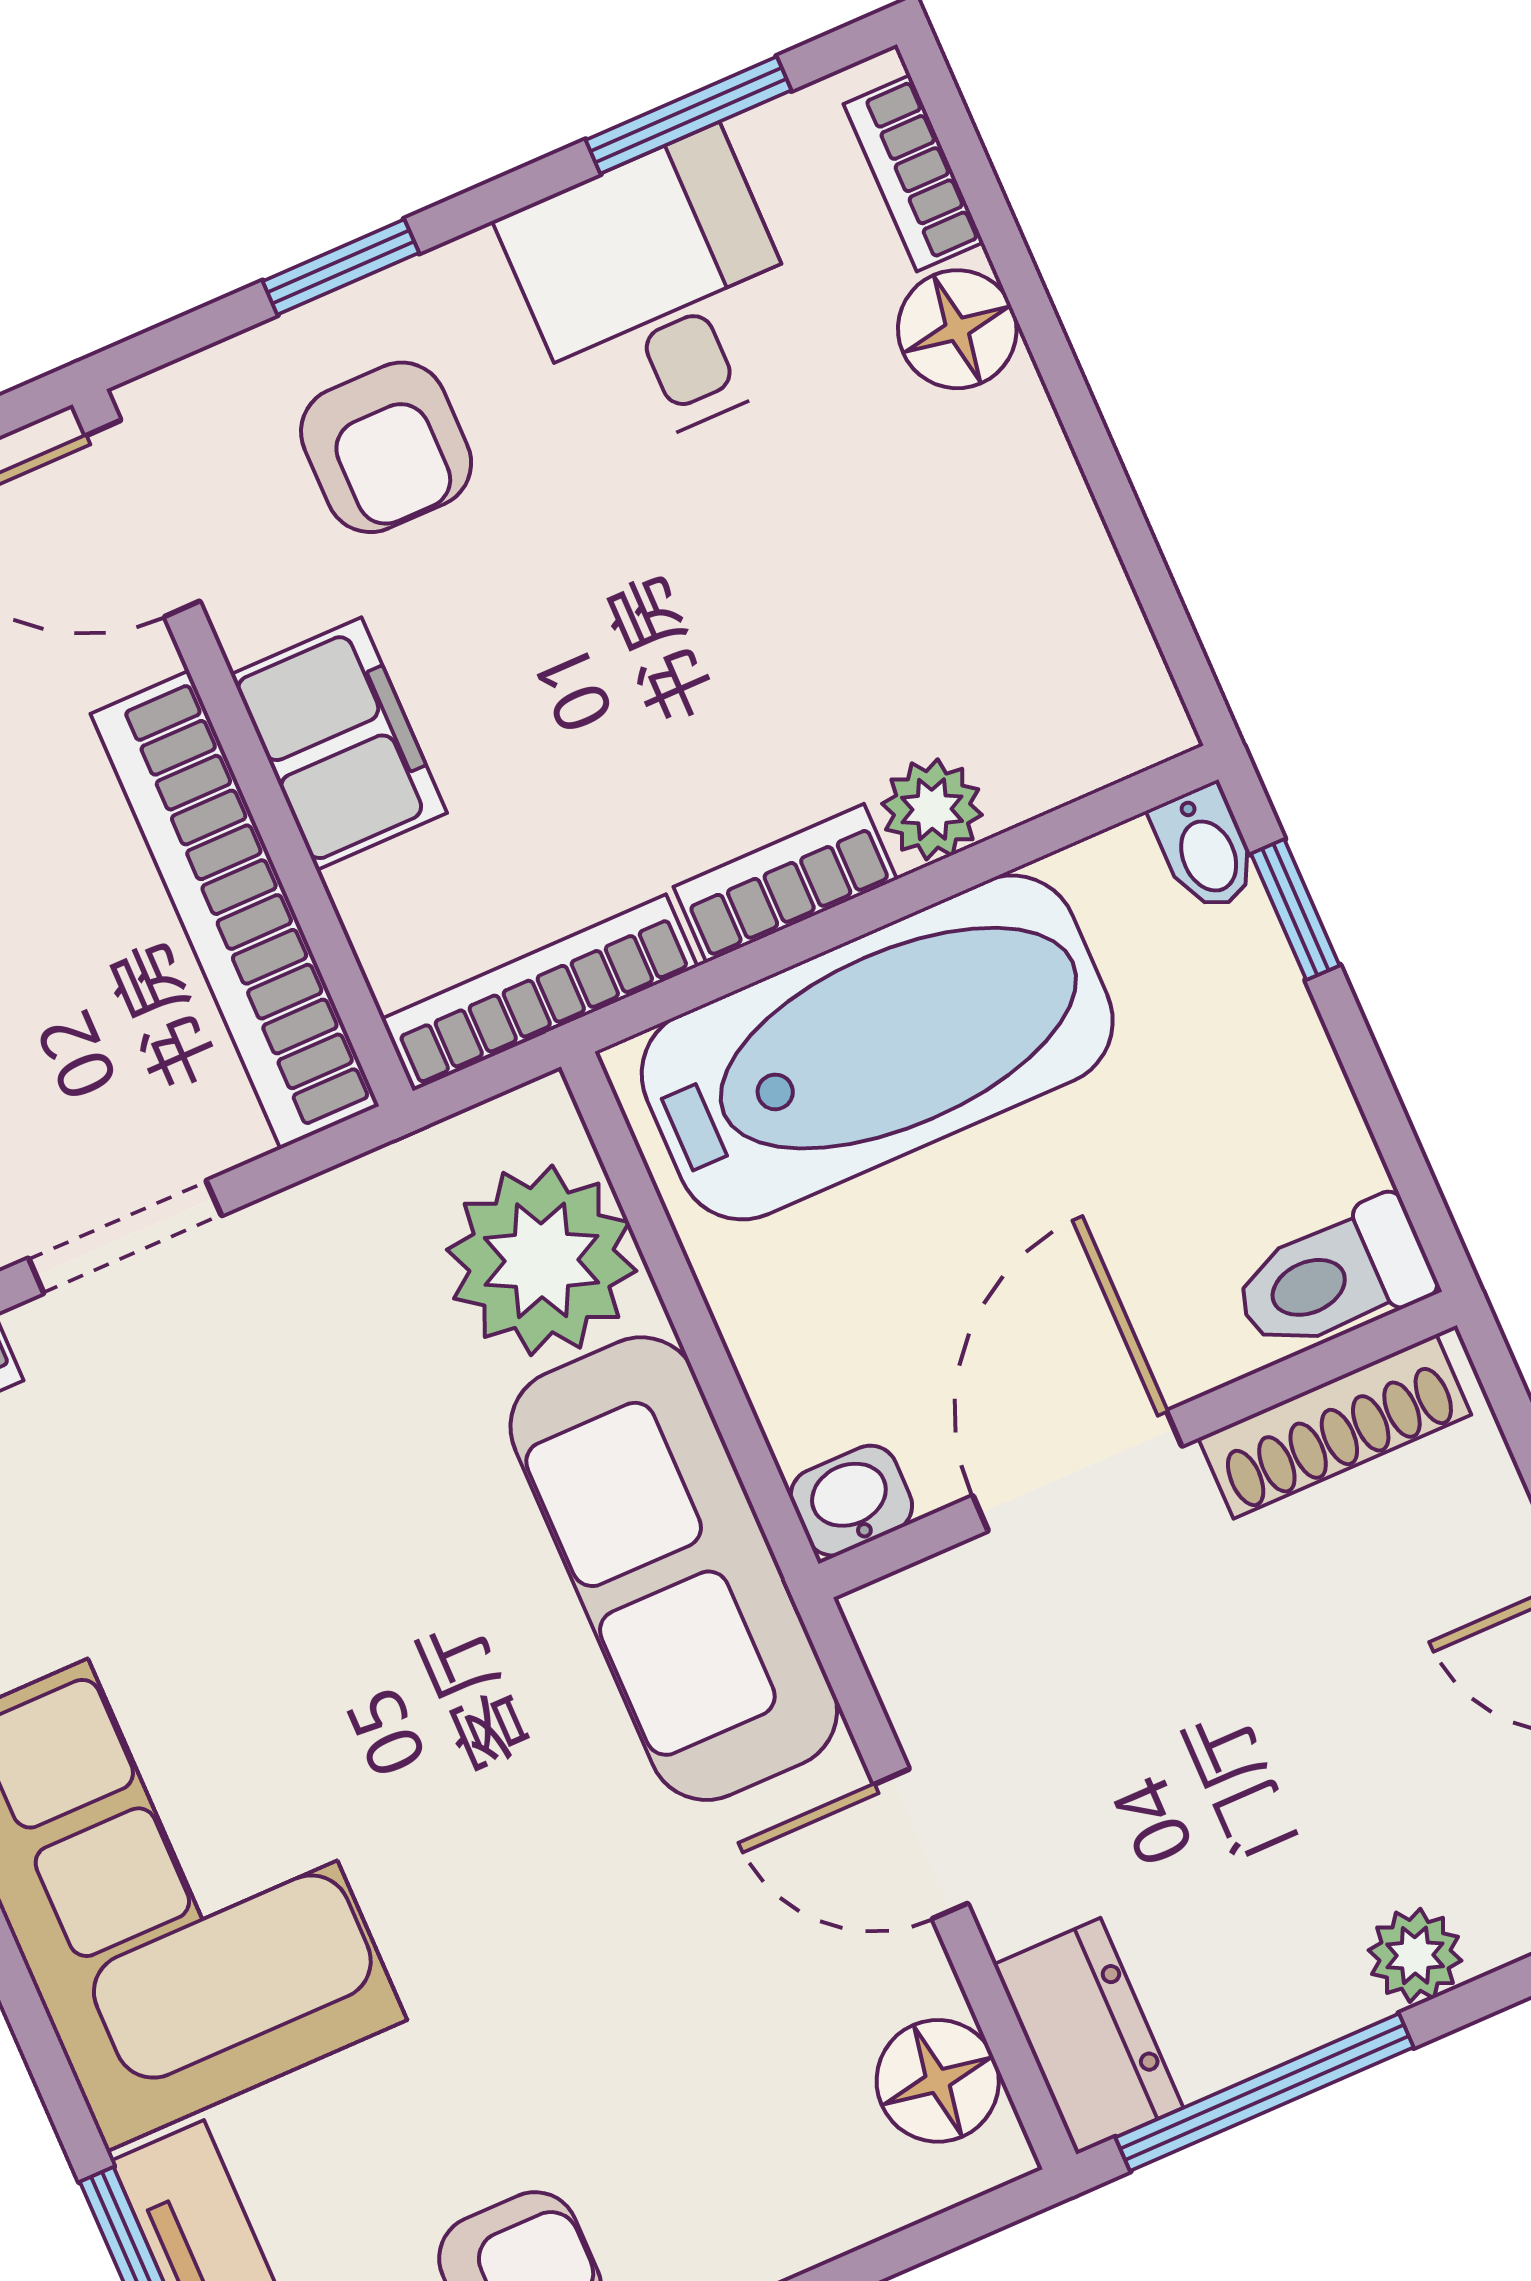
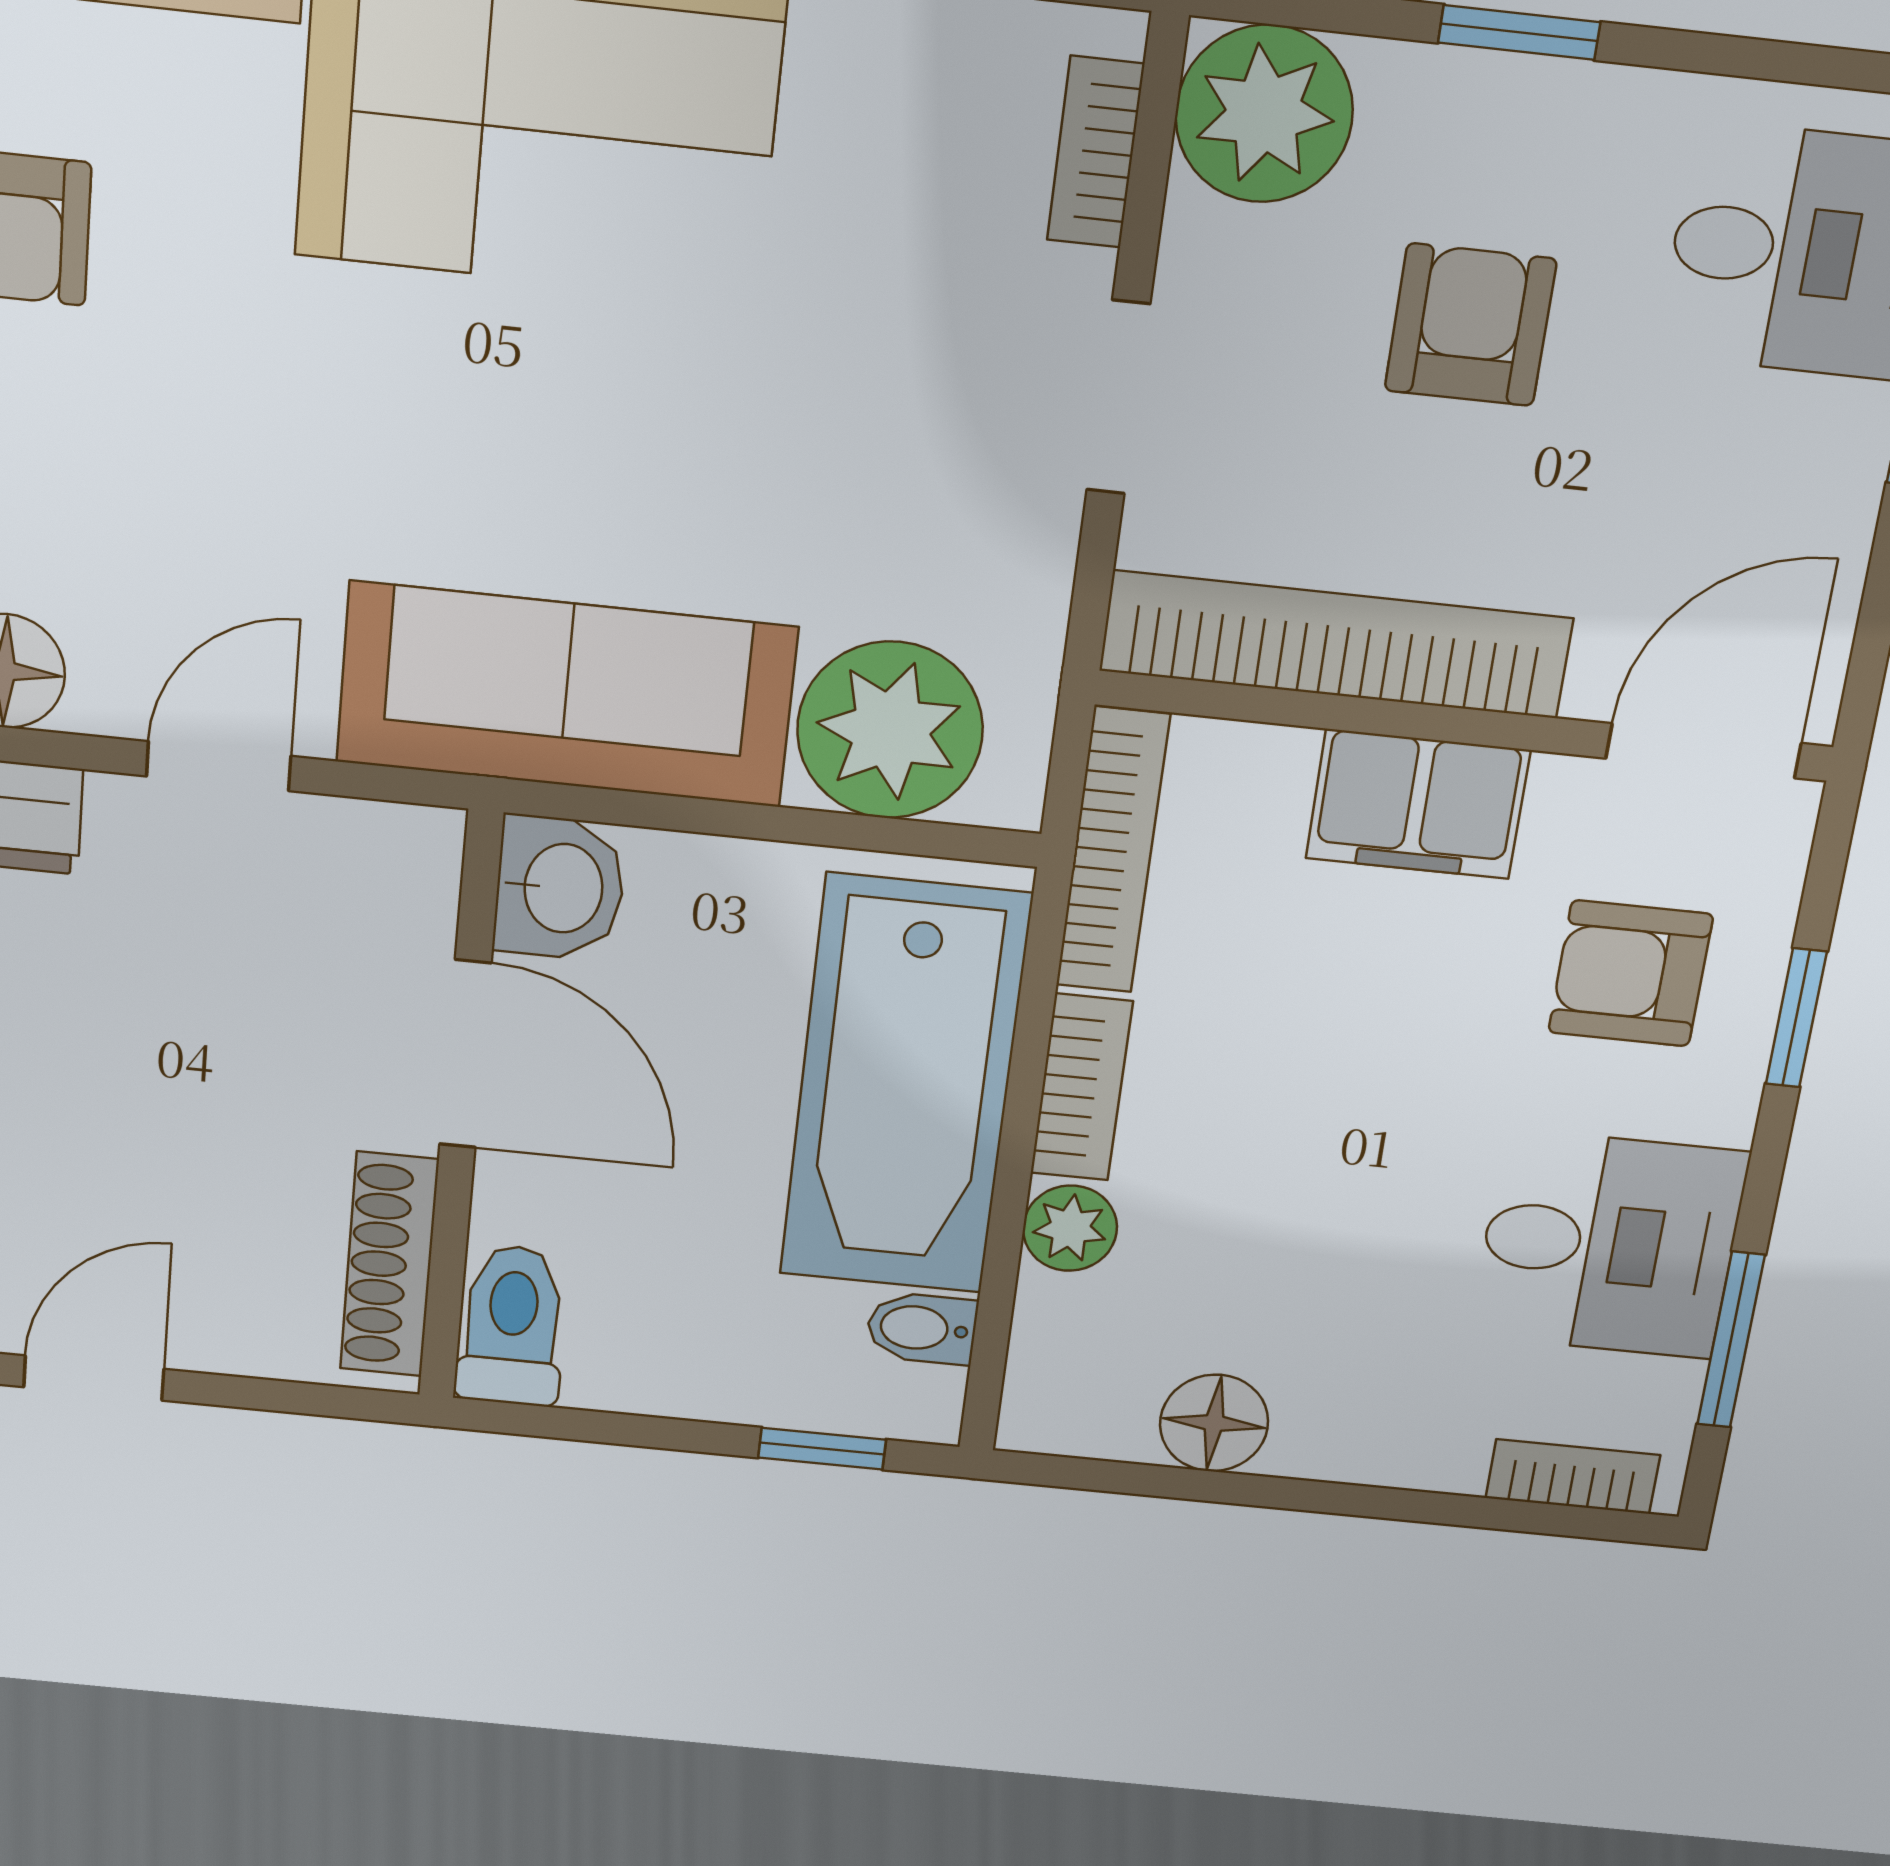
floor lamp: (957, 329) -> (1214, 1423), moved
bidet: (1205, 849) -> (922, 1328), moved
washbasin: (851, 1501) -> (560, 888), width x1.38, depth x1.45

